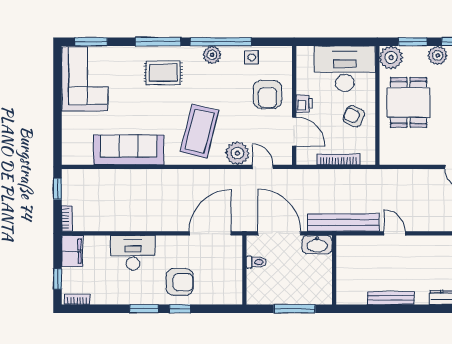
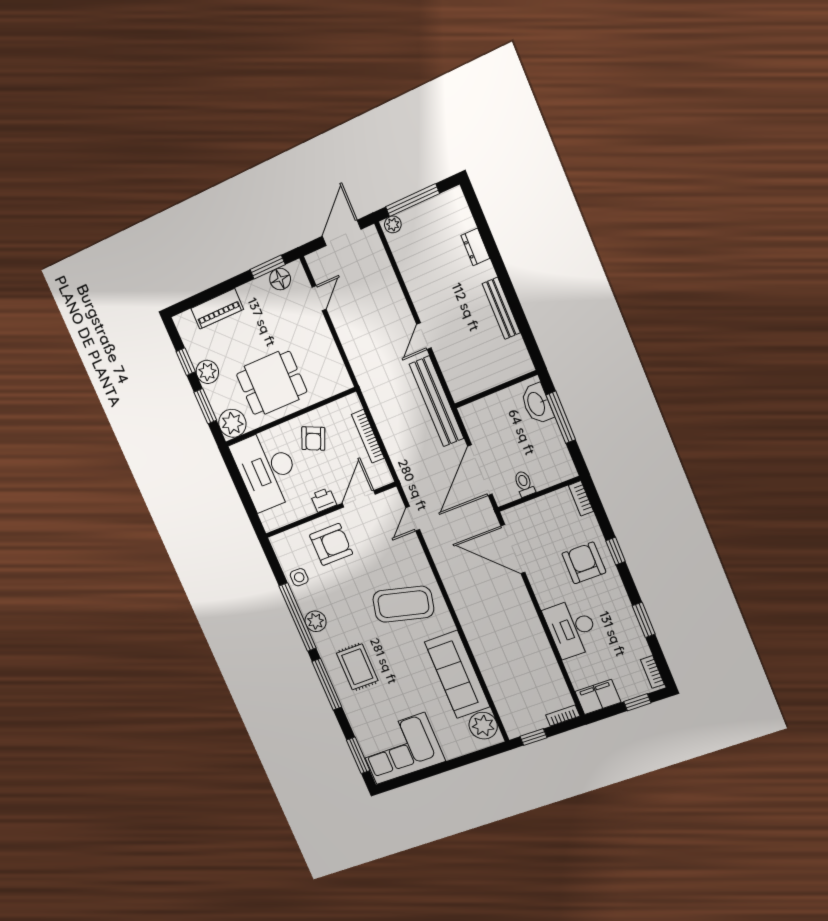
plant: (237, 153) -> (483, 726), moved
washbasin: (317, 245) -> (537, 404), moved, turned 180
bookcase: (229, 299) -> (581, 498), added
window: (144, 309) -> (644, 620), moved

